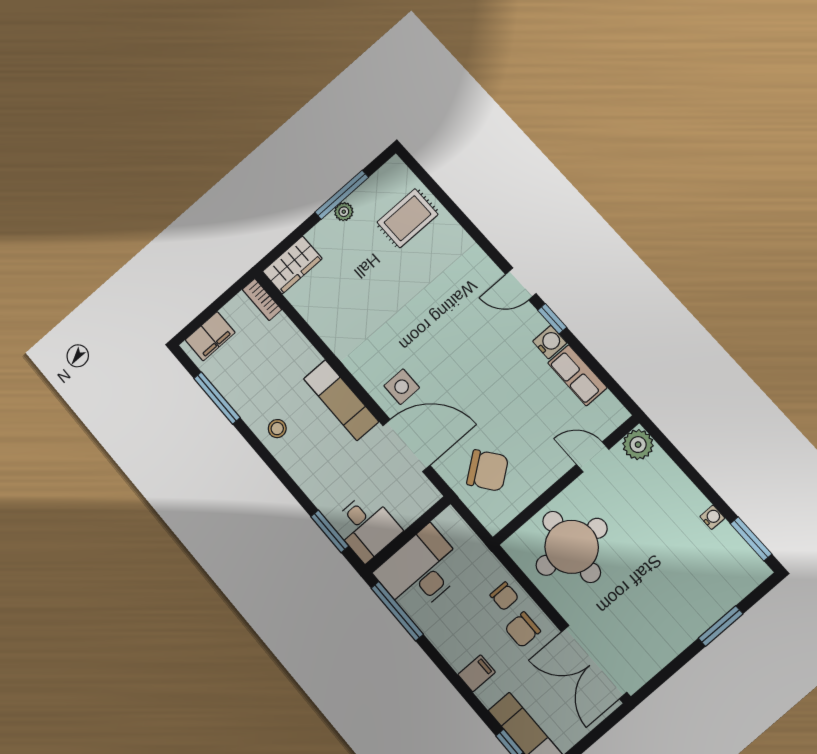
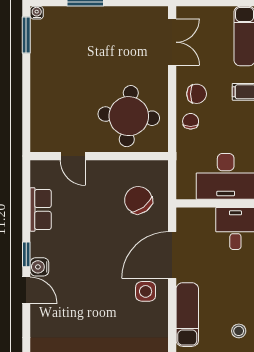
water cooler: (550, 342) -> (39, 267), moved
door: (406, 445) -> (172, 255), hinge flipped
plant: (638, 445) -> (42, 141), removed
water cooler: (712, 517) -> (37, 13), moved, turned 90
double door: (594, 662) -> (172, 42), width x0.73

